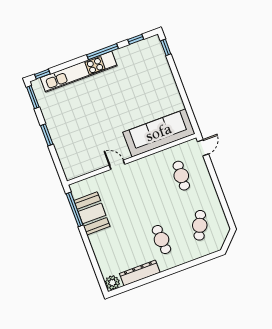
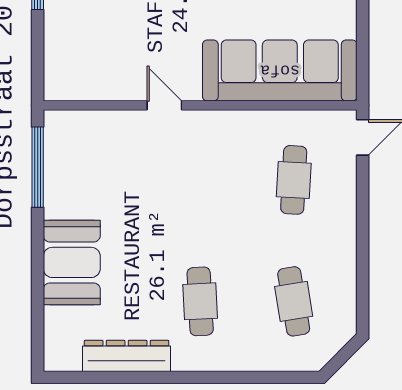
booth: (92, 213) -> (72, 262), moved
cafe table: (200, 225) -> (294, 301), turned -33
plant: (112, 283) -> (60, 355), removed

